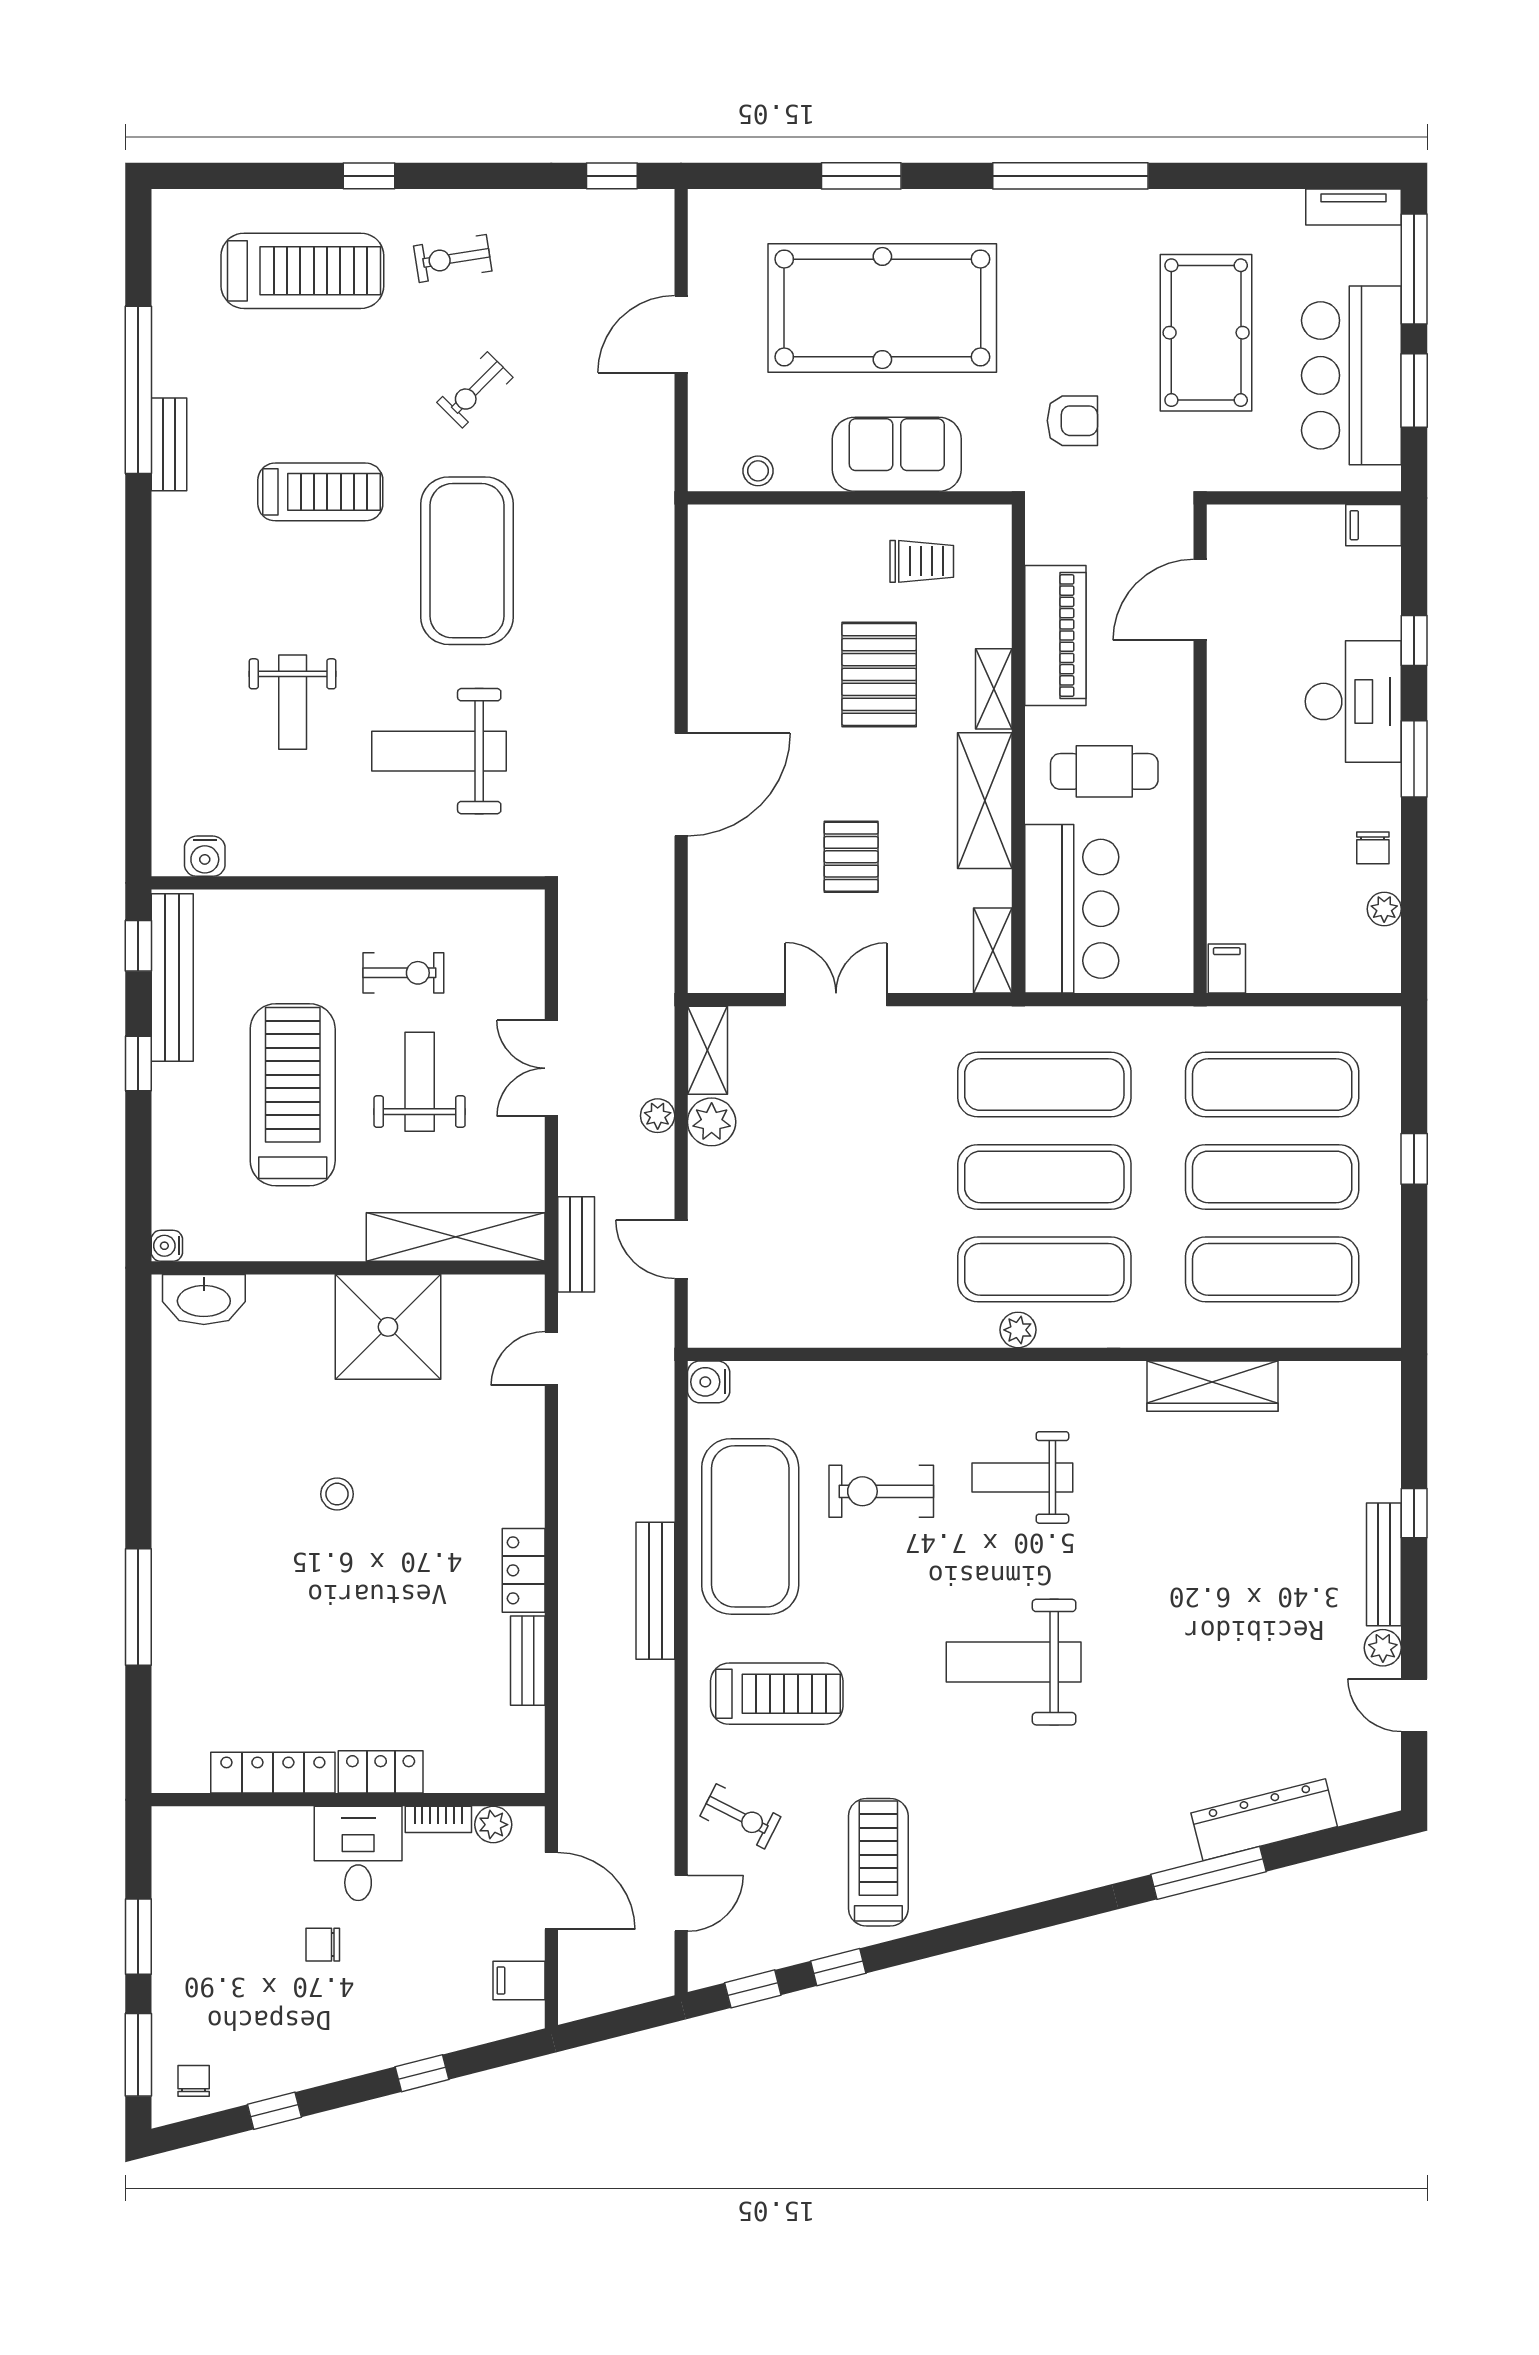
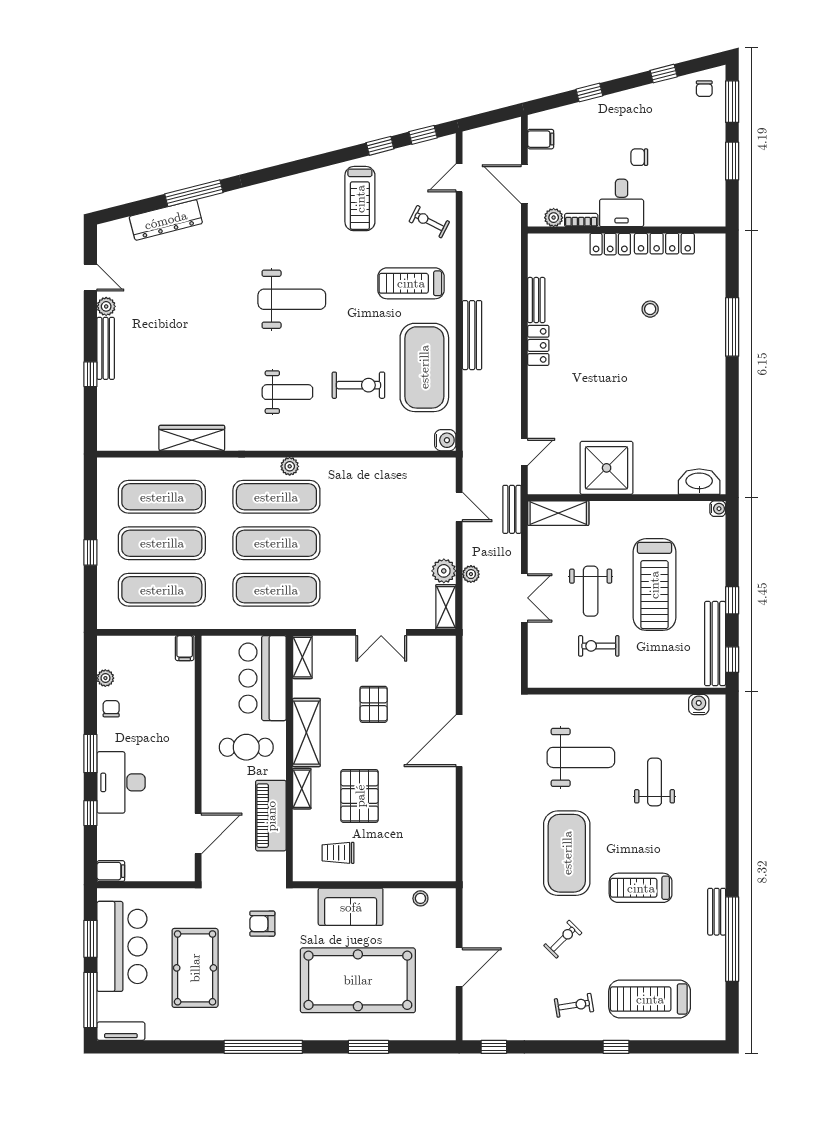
shelving: (456, 1237) -> (558, 513), width x0.68
stool: (337, 1494) -> (650, 309), moved
chair: (323, 1945) -> (639, 157), turned 180

